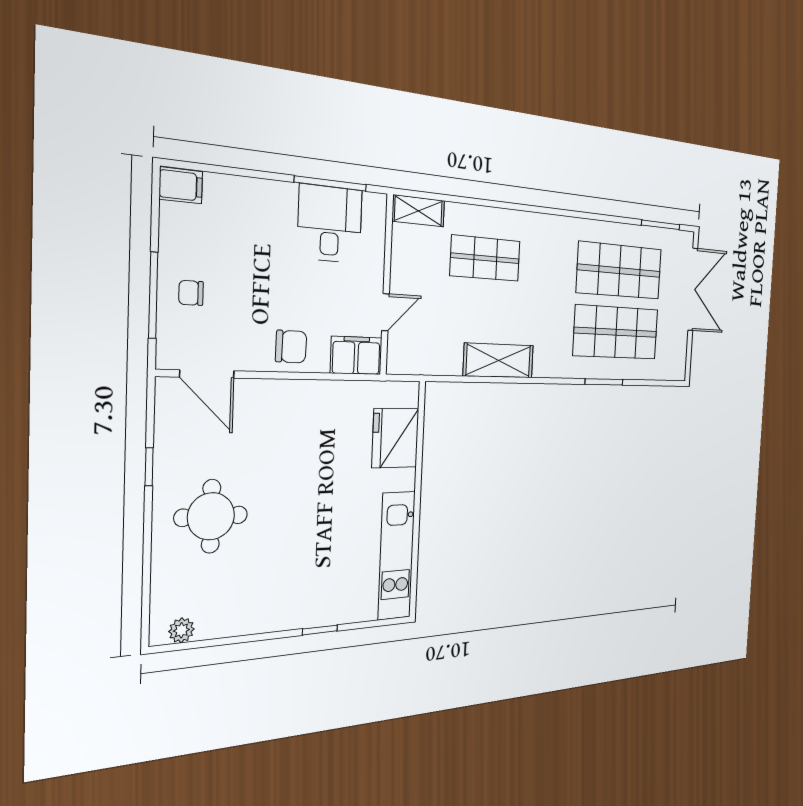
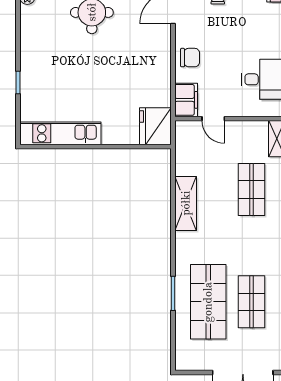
shop shelf: (619, 271) -> (252, 302), width x0.70, depth x0.74
chair: (291, 347) -> (190, 58), turned -91
fridge: (395, 438) -> (155, 126), moved, turned -90

